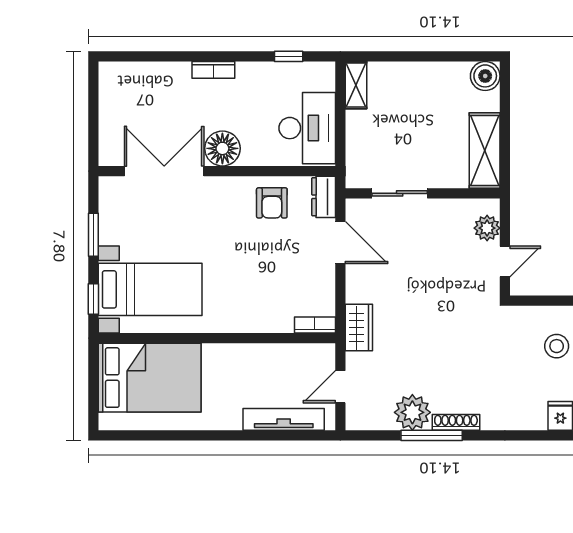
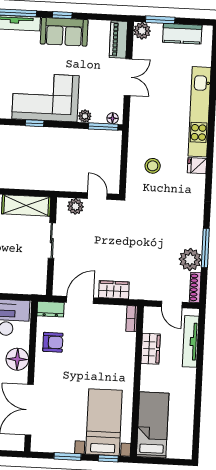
floor lamp: (222, 148) -> (17, 359), moved
sliding door: (400, 193) -> (52, 241), moved
wardrobe: (359, 328) -> (114, 290), moved
wardrobe: (269, 357) -> (151, 349), added
bed: (150, 378) -> (153, 425), width x0.67
shoe rack: (456, 422) -> (195, 287), moved

